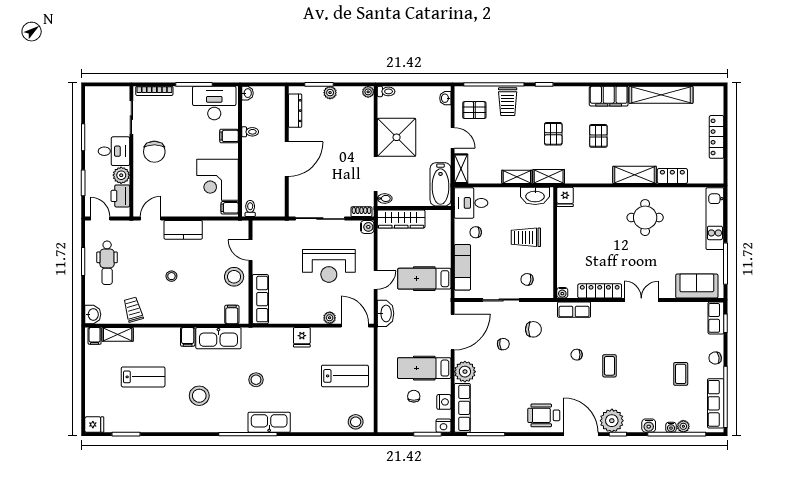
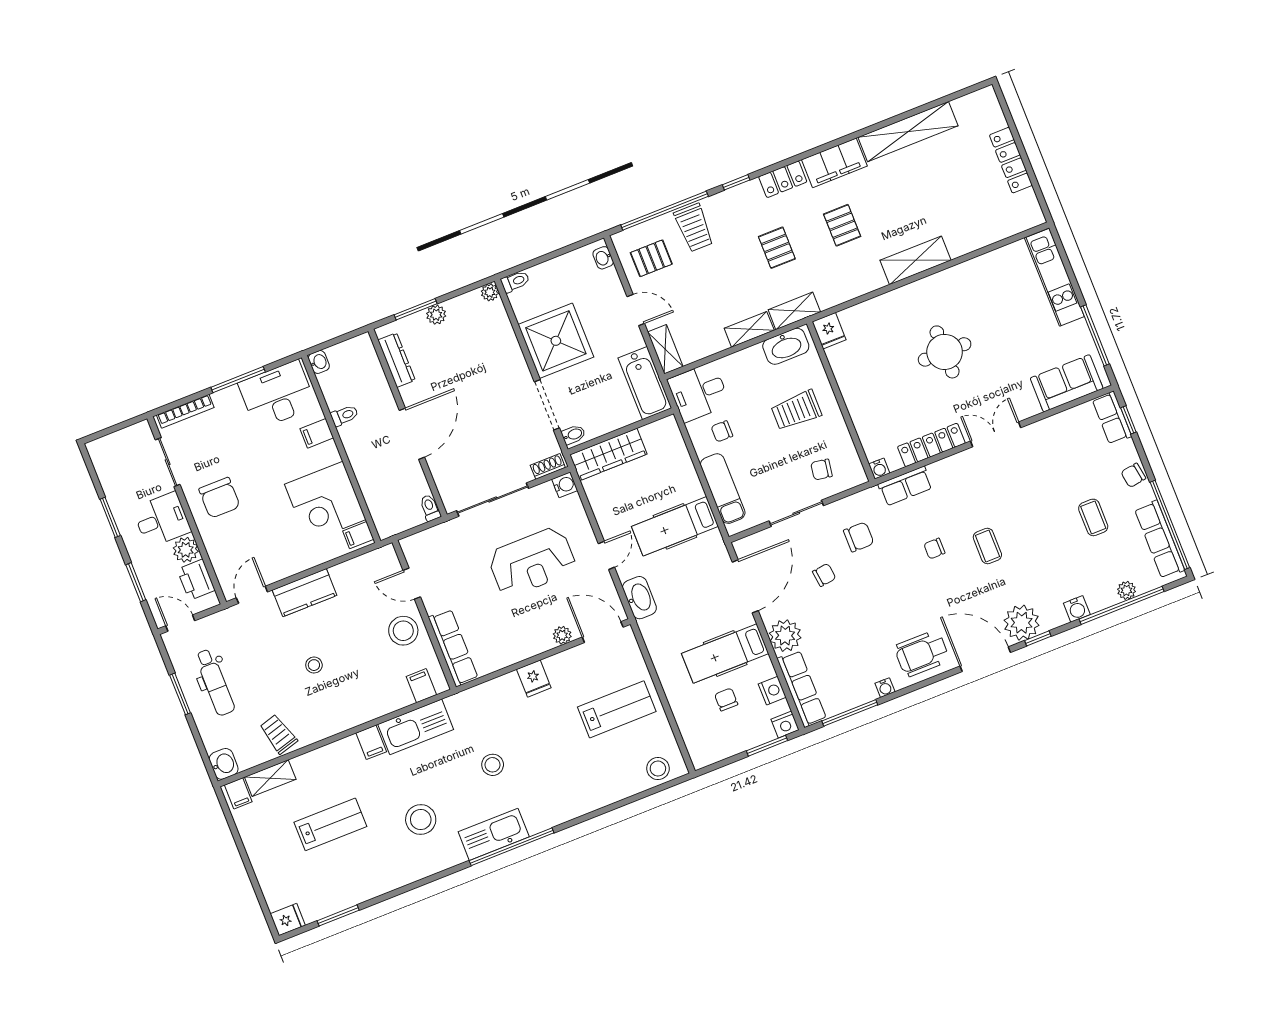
locker: (672, 176) -> (783, 179), moved, turned 180
toilet: (250, 209) -> (430, 508), moved
round table: (645, 218) -> (945, 352), moved
kitchen sink: (269, 422) -> (494, 834), moved
water cooler: (671, 427) -> (885, 688), moved

